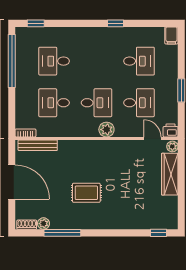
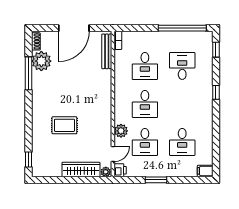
window: (116, 23) -> (216, 92), moved
desk: (54, 103) -> (145, 66), turned 180
plant: (106, 130) -> (121, 131), moved
rug: (86, 193) -> (64, 125), moved, turned 90
plant: (43, 224) -> (41, 61), width x1.87, depth x1.87

